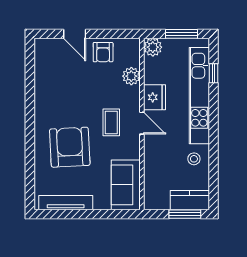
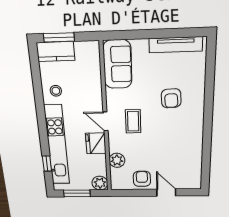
armchair: (70, 147) -> (171, 98), width x0.53, depth x0.53

